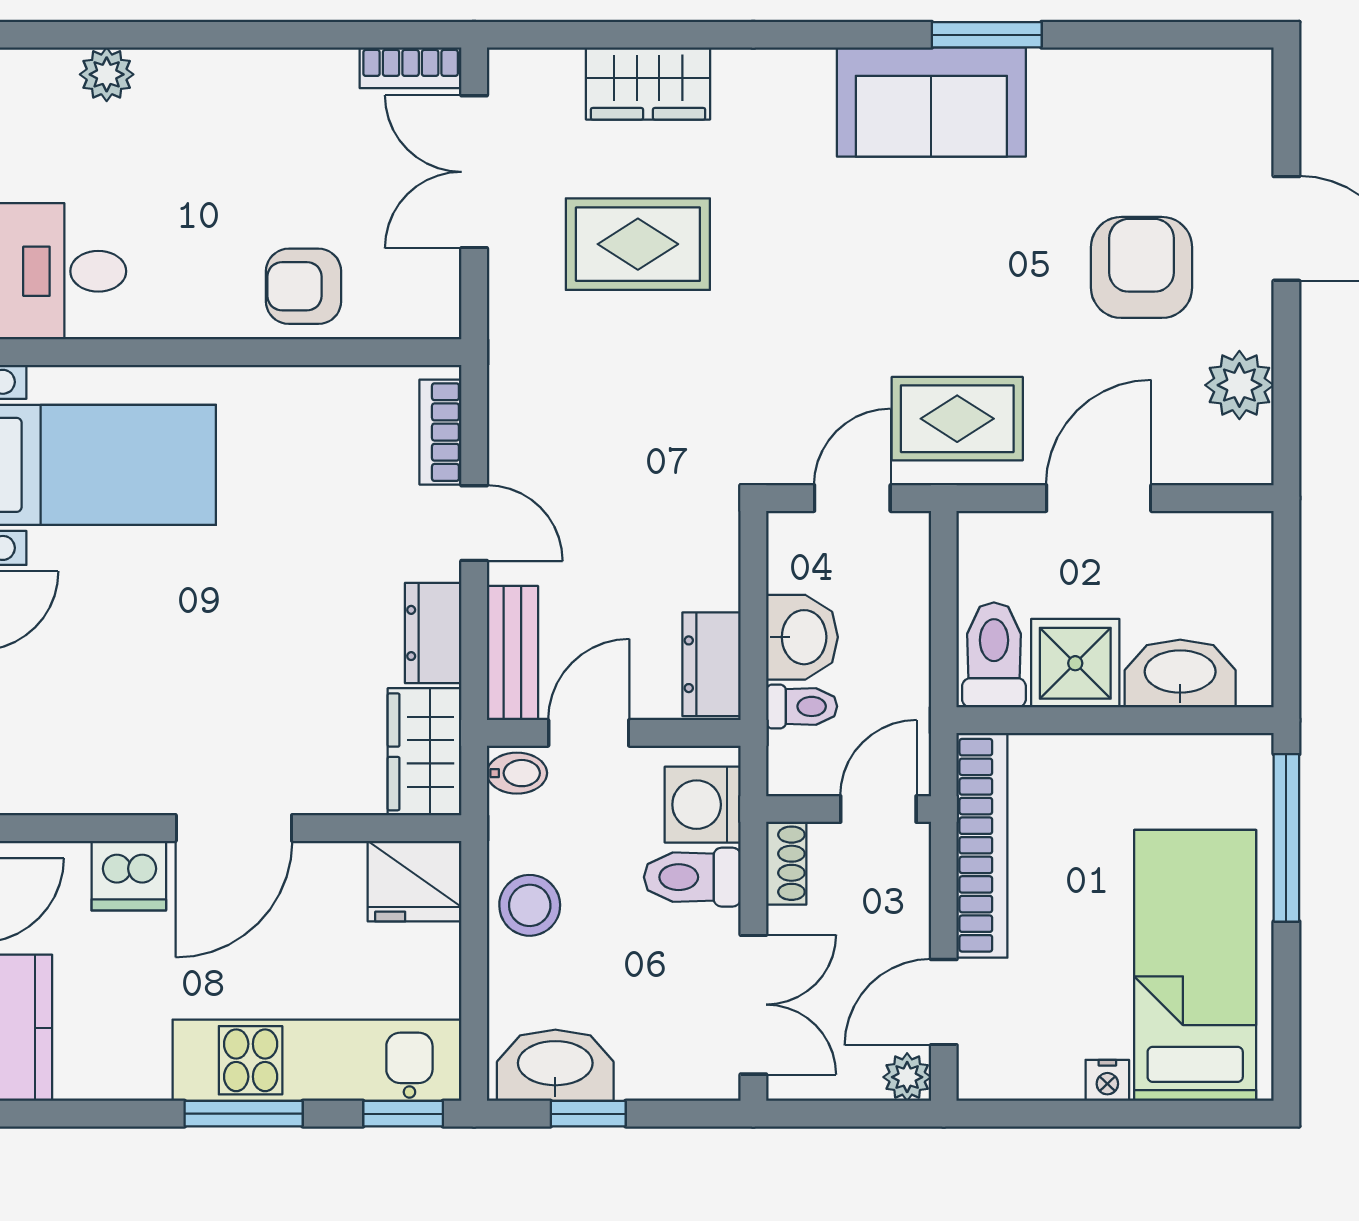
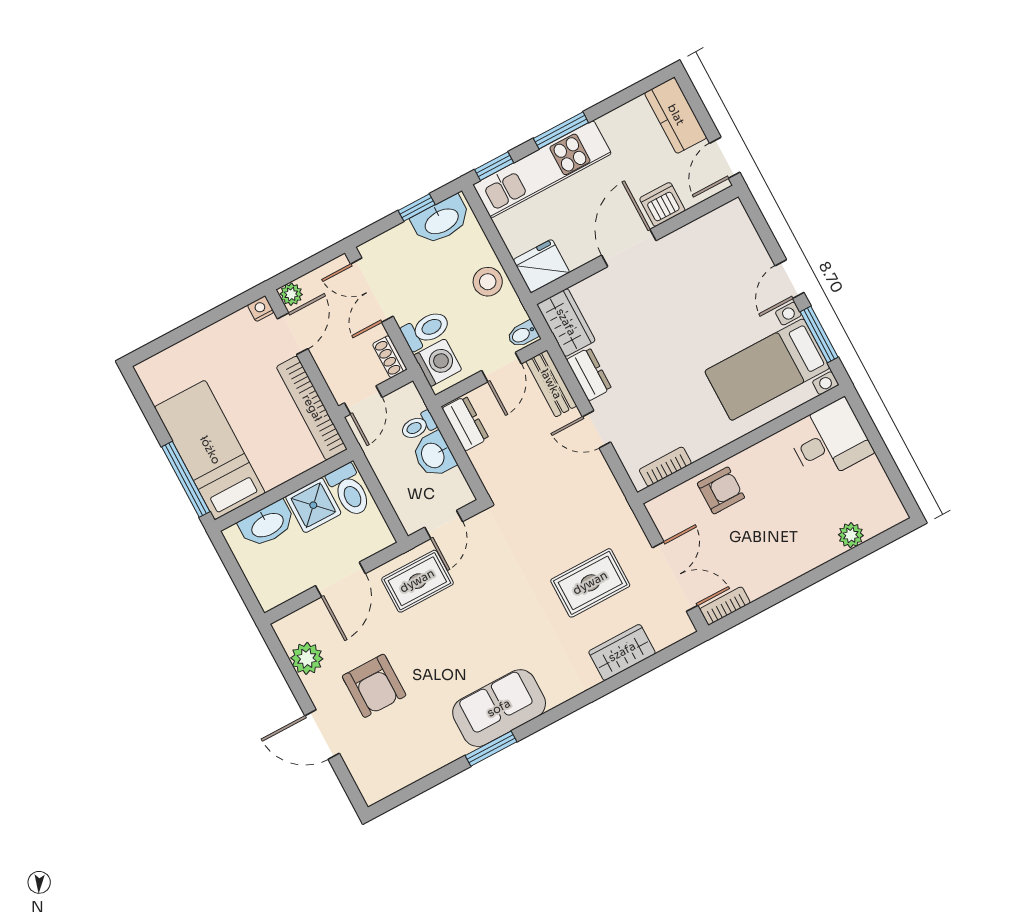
bookcase: (440, 432) -> (665, 467), moved, turned -90
bed: (1195, 965) -> (210, 450), moved, turned 180
nightstand: (1107, 1080) -> (261, 309), moved

